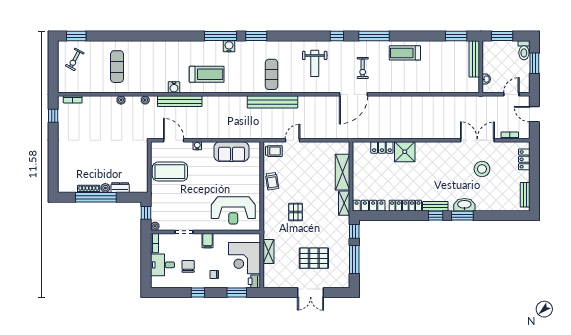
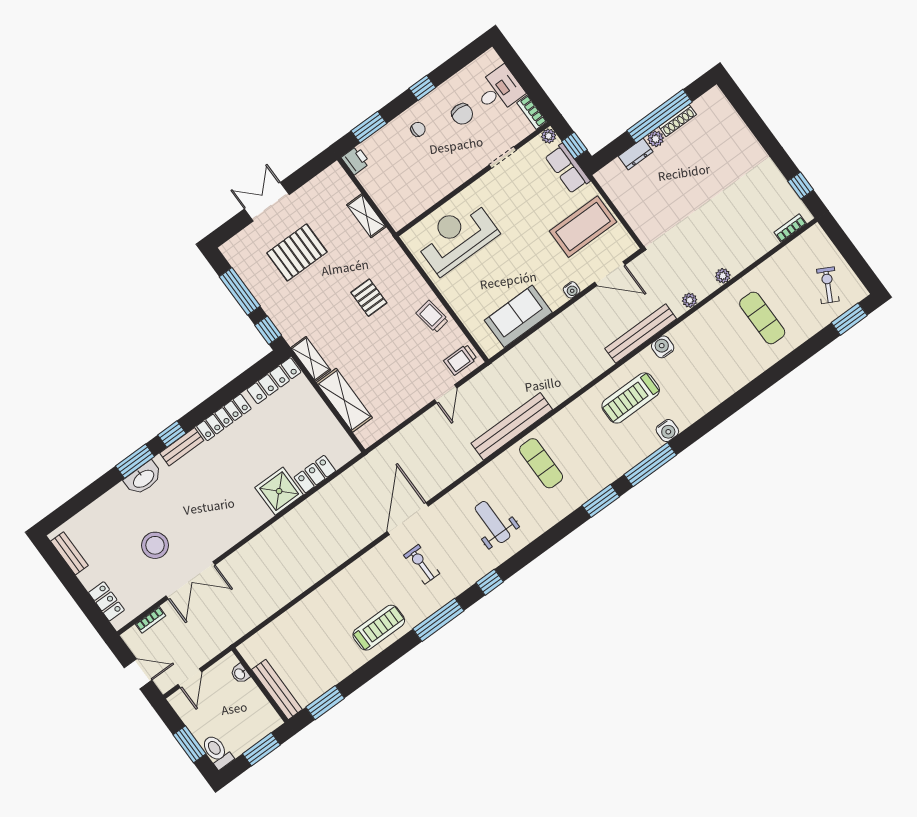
water cooler: (229, 46) -> (667, 431), moved
row of seats: (157, 204) -> (567, 169), added
filing cabinet: (208, 241) -> (461, 169), removed
corner desk: (244, 258) -> (393, 182), removed

